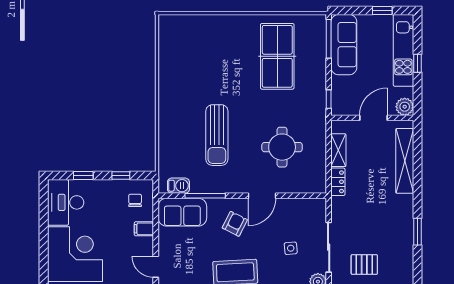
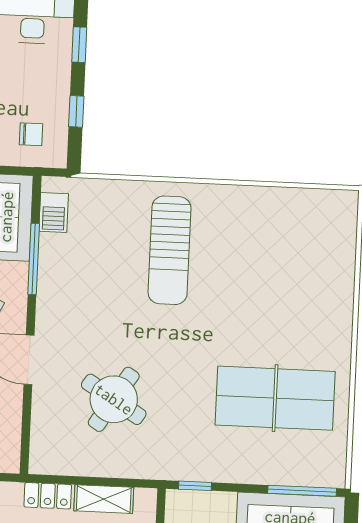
sun lounger: (217, 135) -> (170, 250), moved, turned -90
round table: (282, 147) -> (114, 399), turned 32

